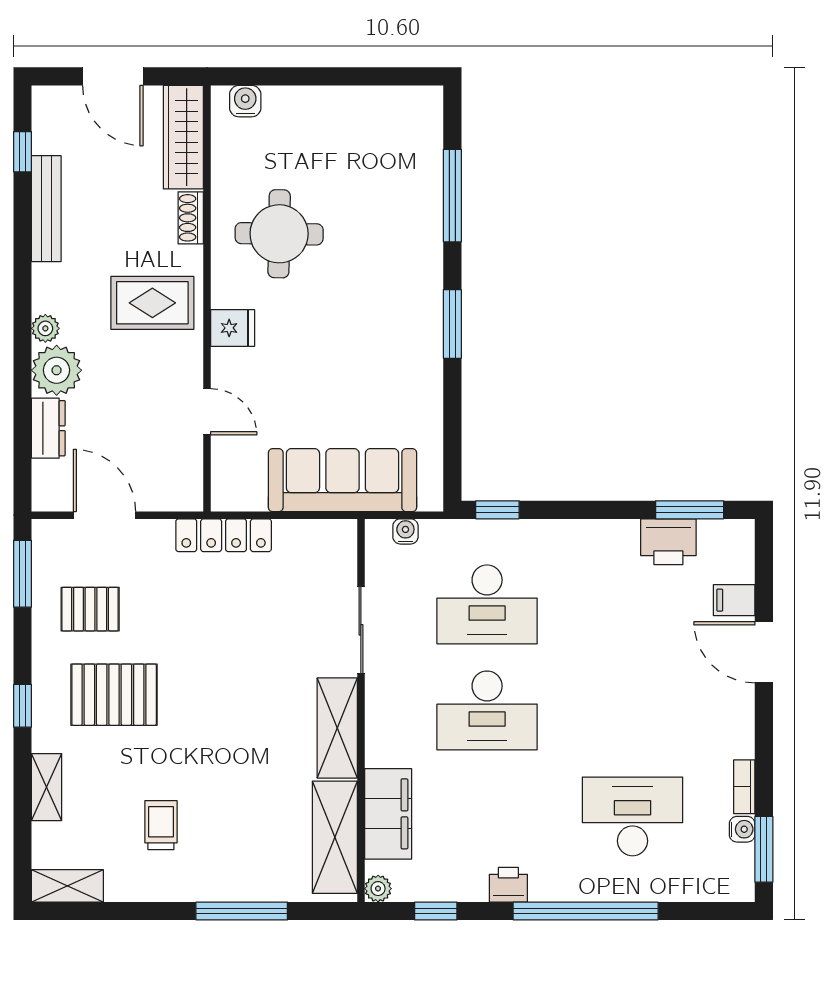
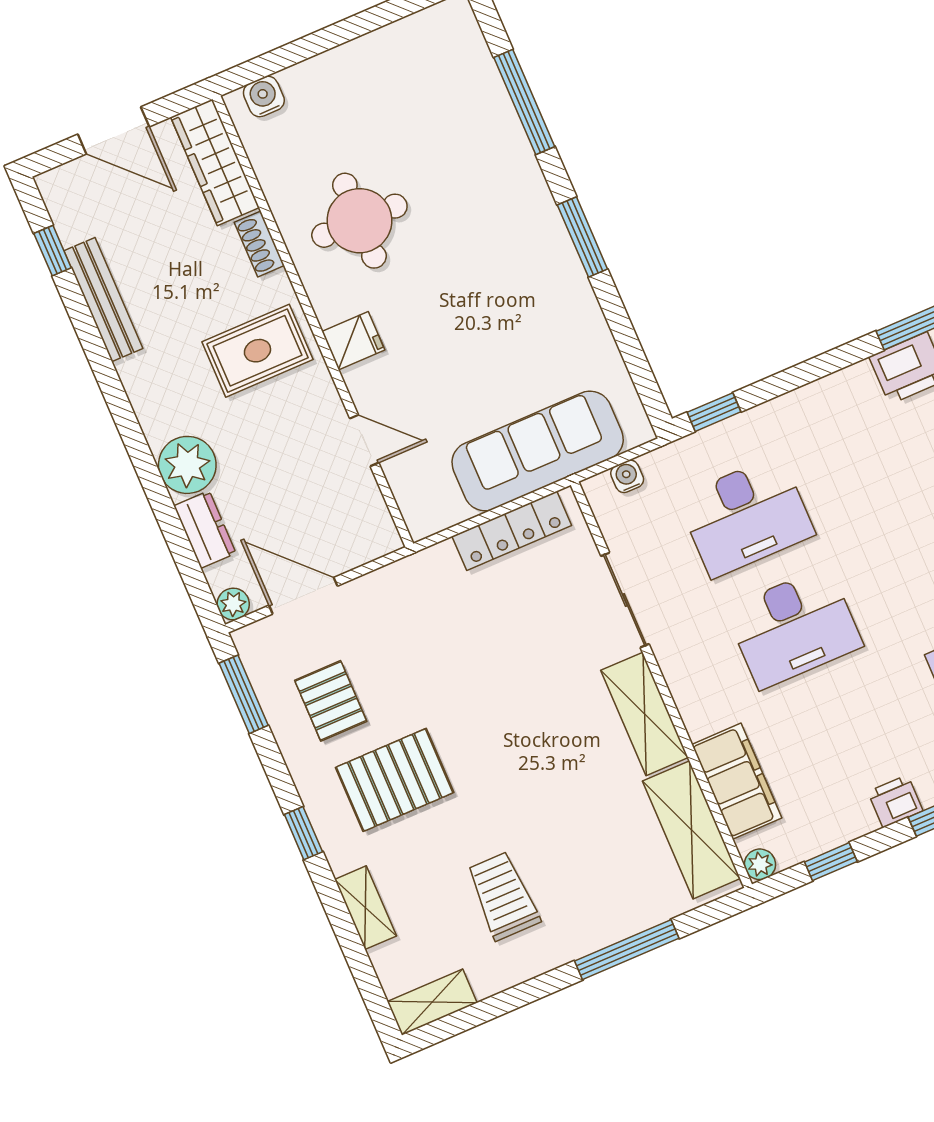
plant: (45, 328) -> (233, 604), moved
locker: (224, 535) -> (512, 531), moved
pallet: (90, 609) -> (331, 701), turned 90
trolley: (161, 825) -> (503, 896), width x1.36, depth x1.39

